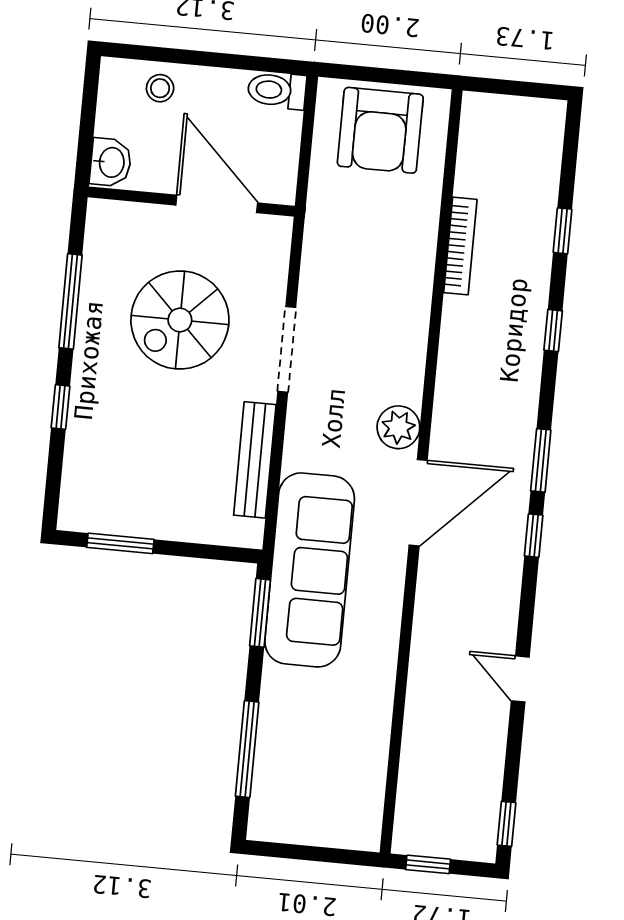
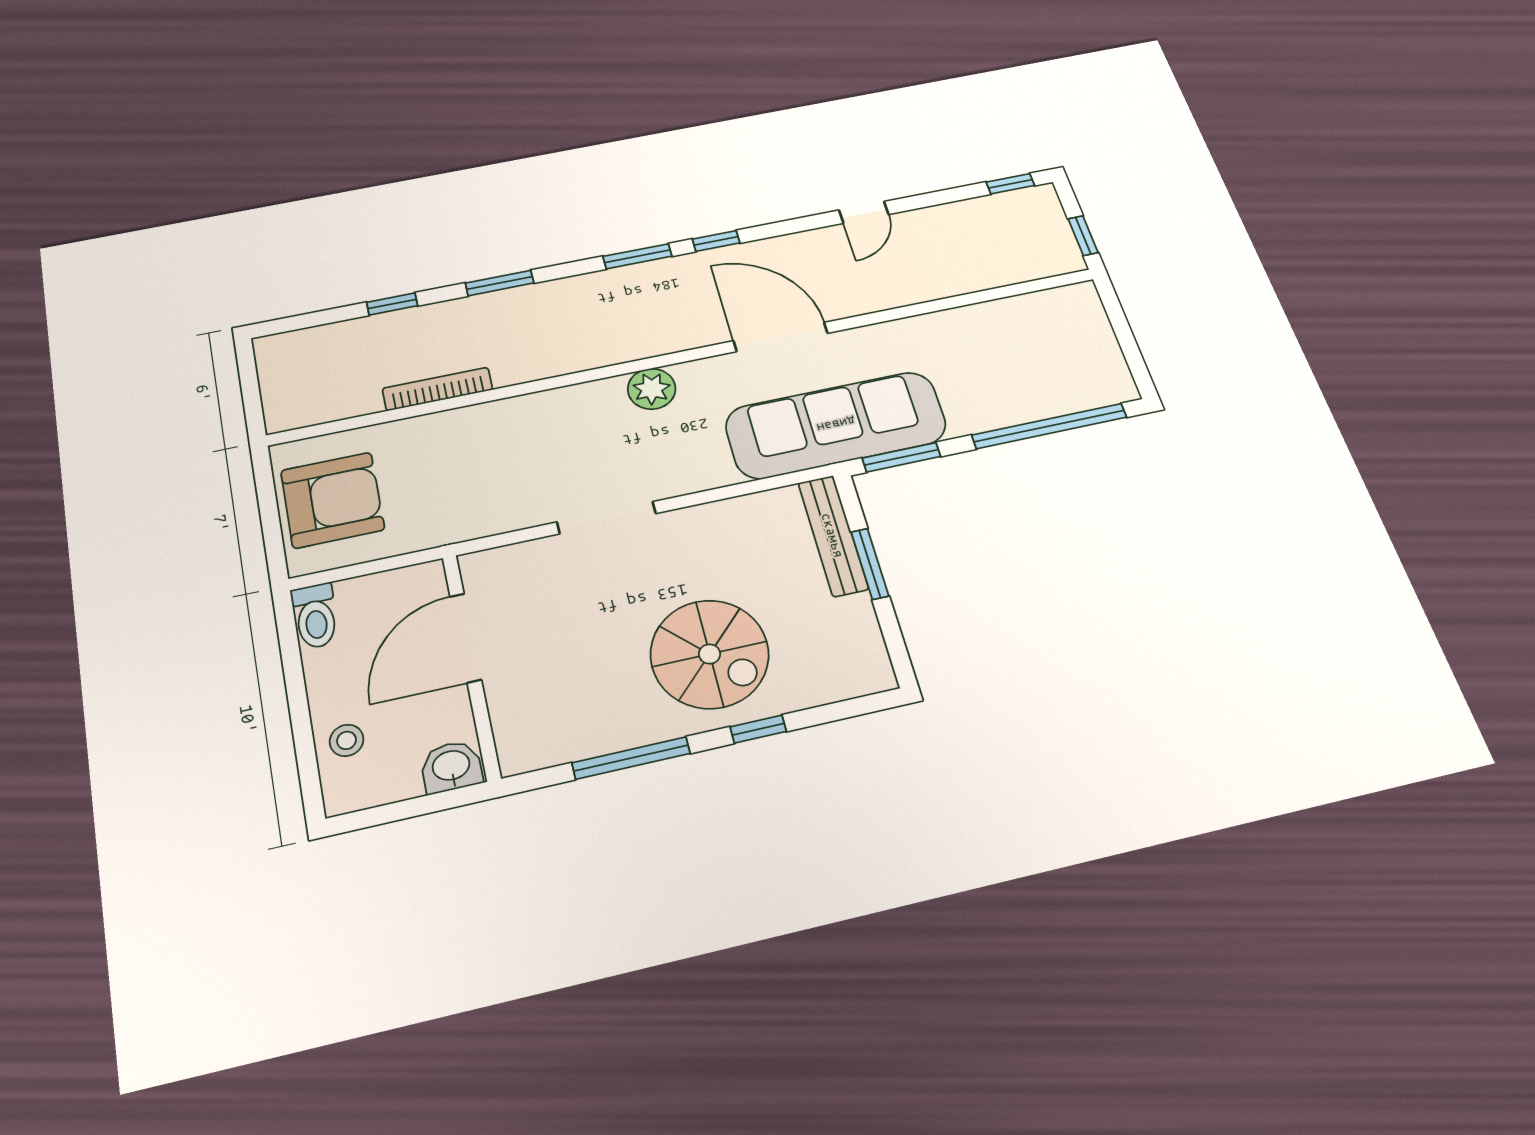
spiral stairs: (180, 320) -> (710, 654), moved
window: (553, 330) -> (500, 283), width x1.50
bench: (255, 460) -> (833, 535), moved, turned 90
door: (418, 503) -> (781, 337), moved
window: (120, 543) -> (870, 564), moved
window: (247, 749) -> (1049, 426), width x1.46

